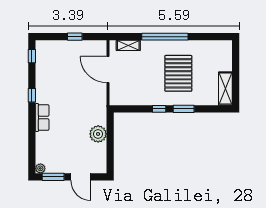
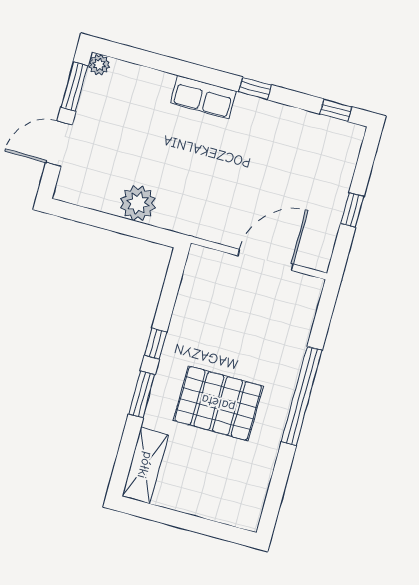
shelving: (128, 45) -> (304, 315), removed
shelving: (225, 89) -> (145, 465), moved, turned 90

